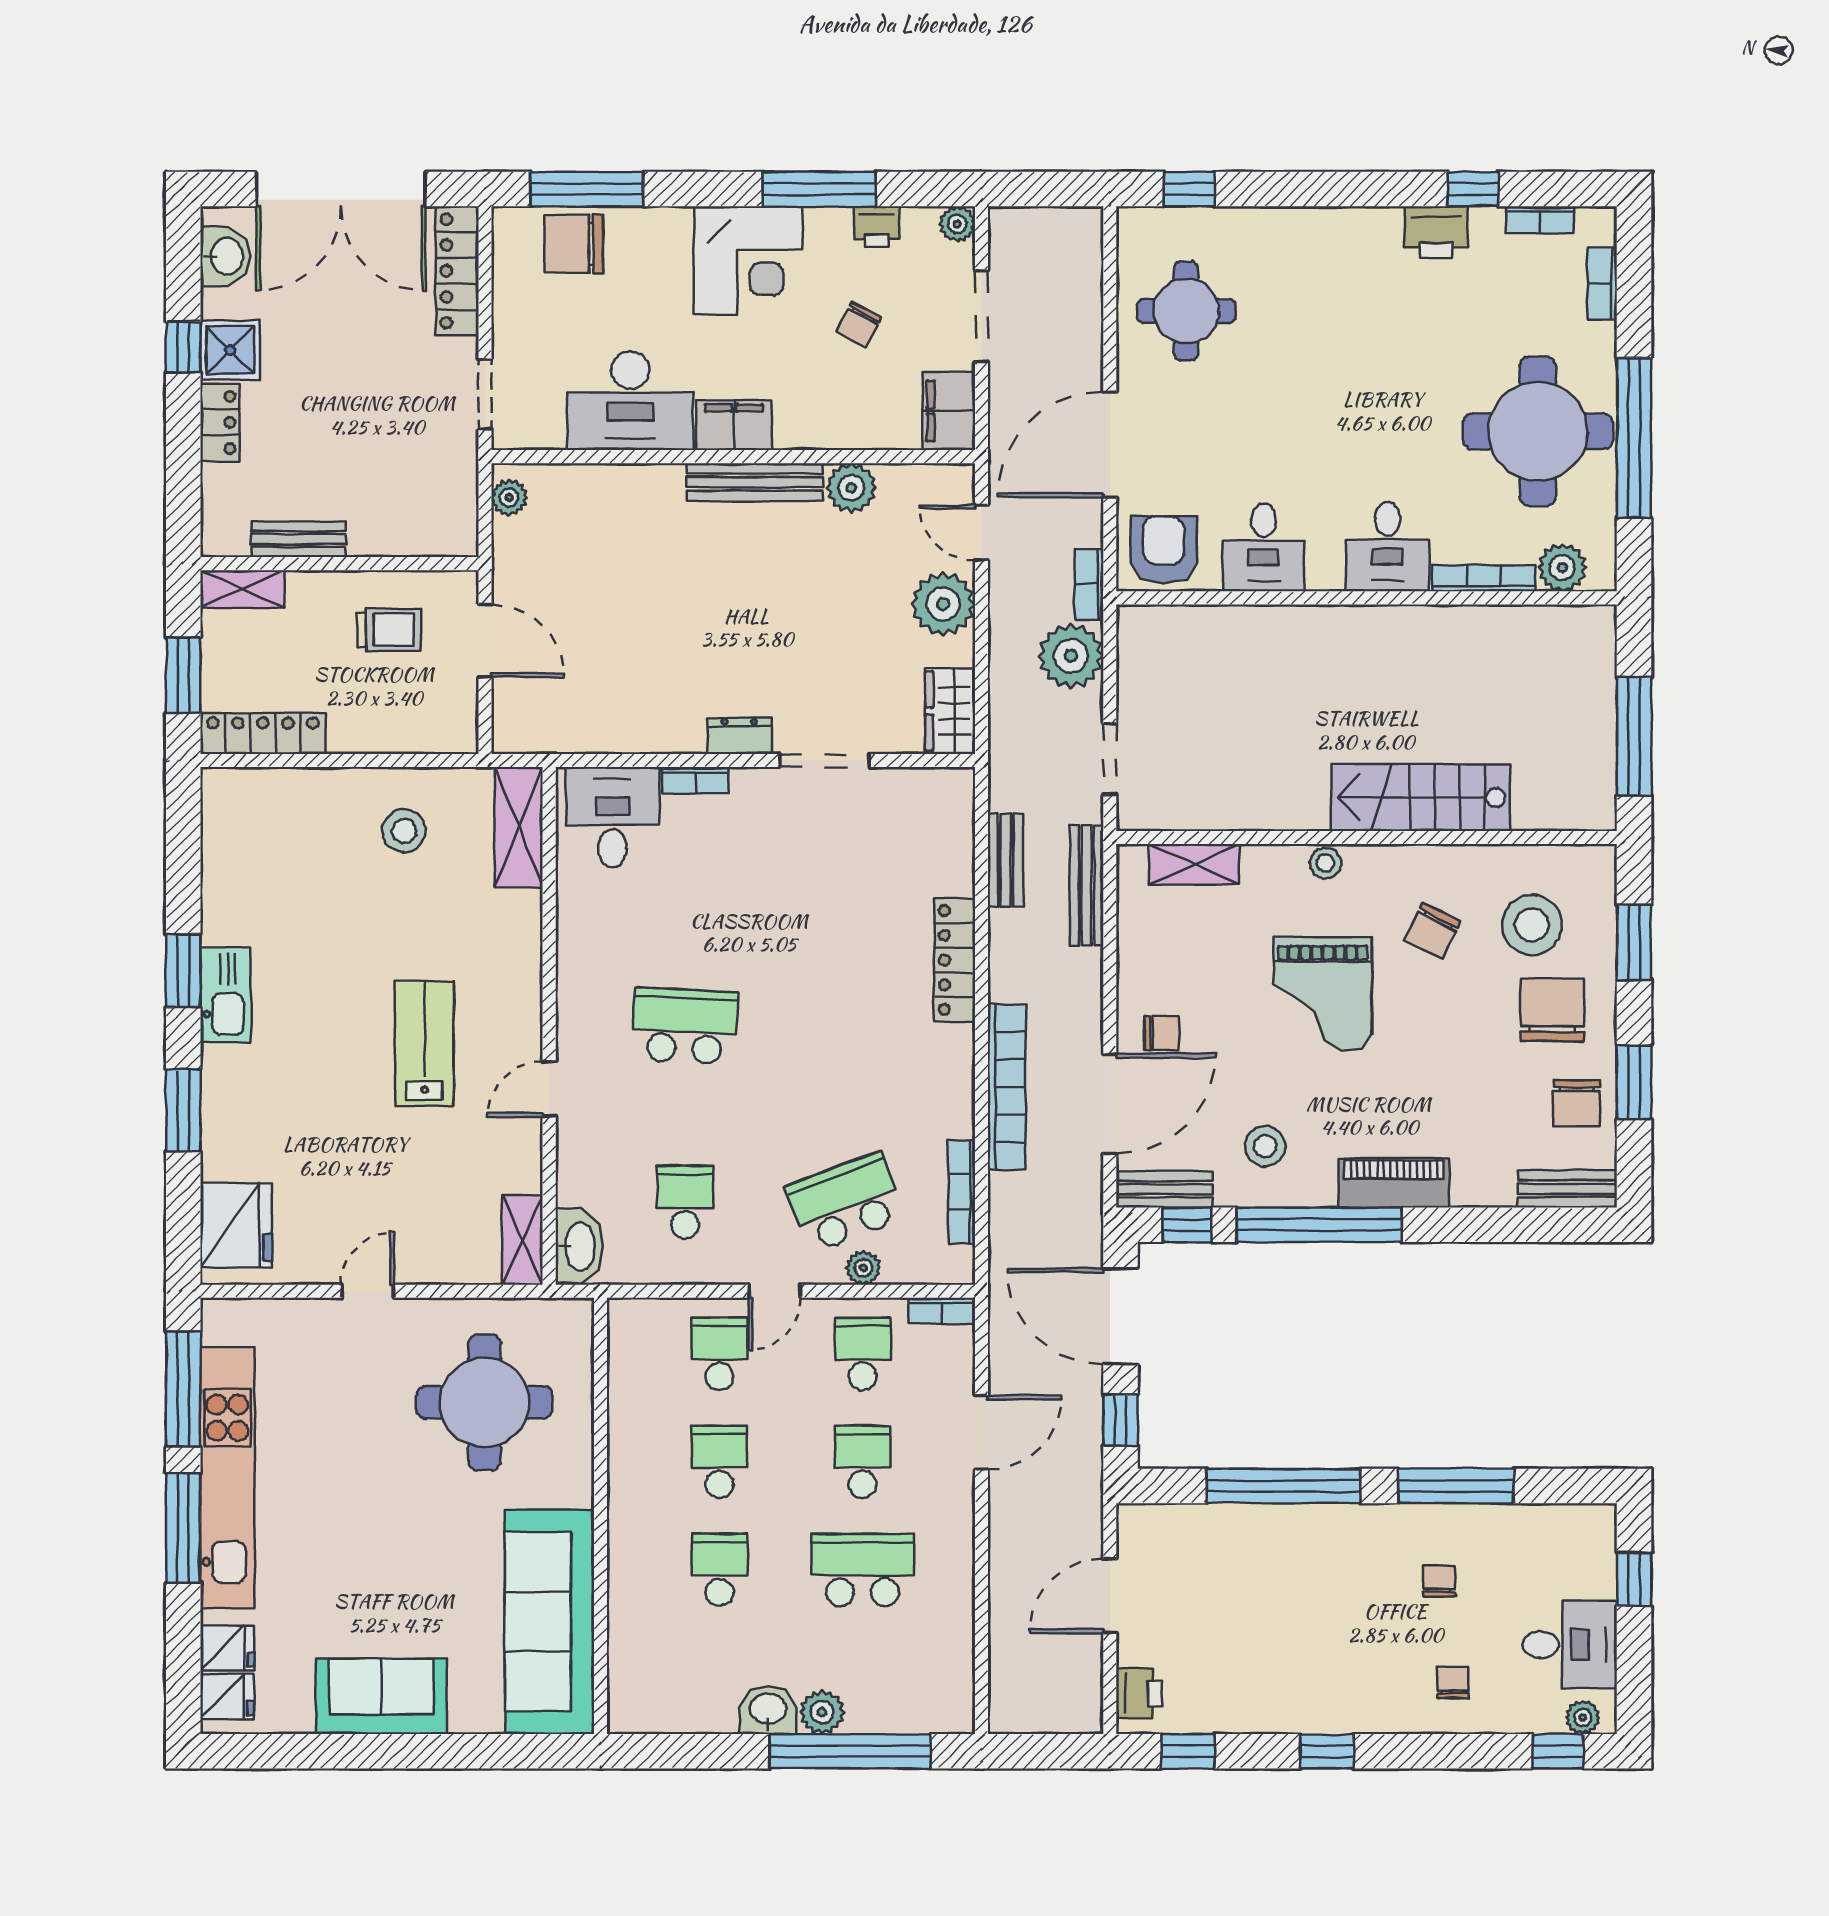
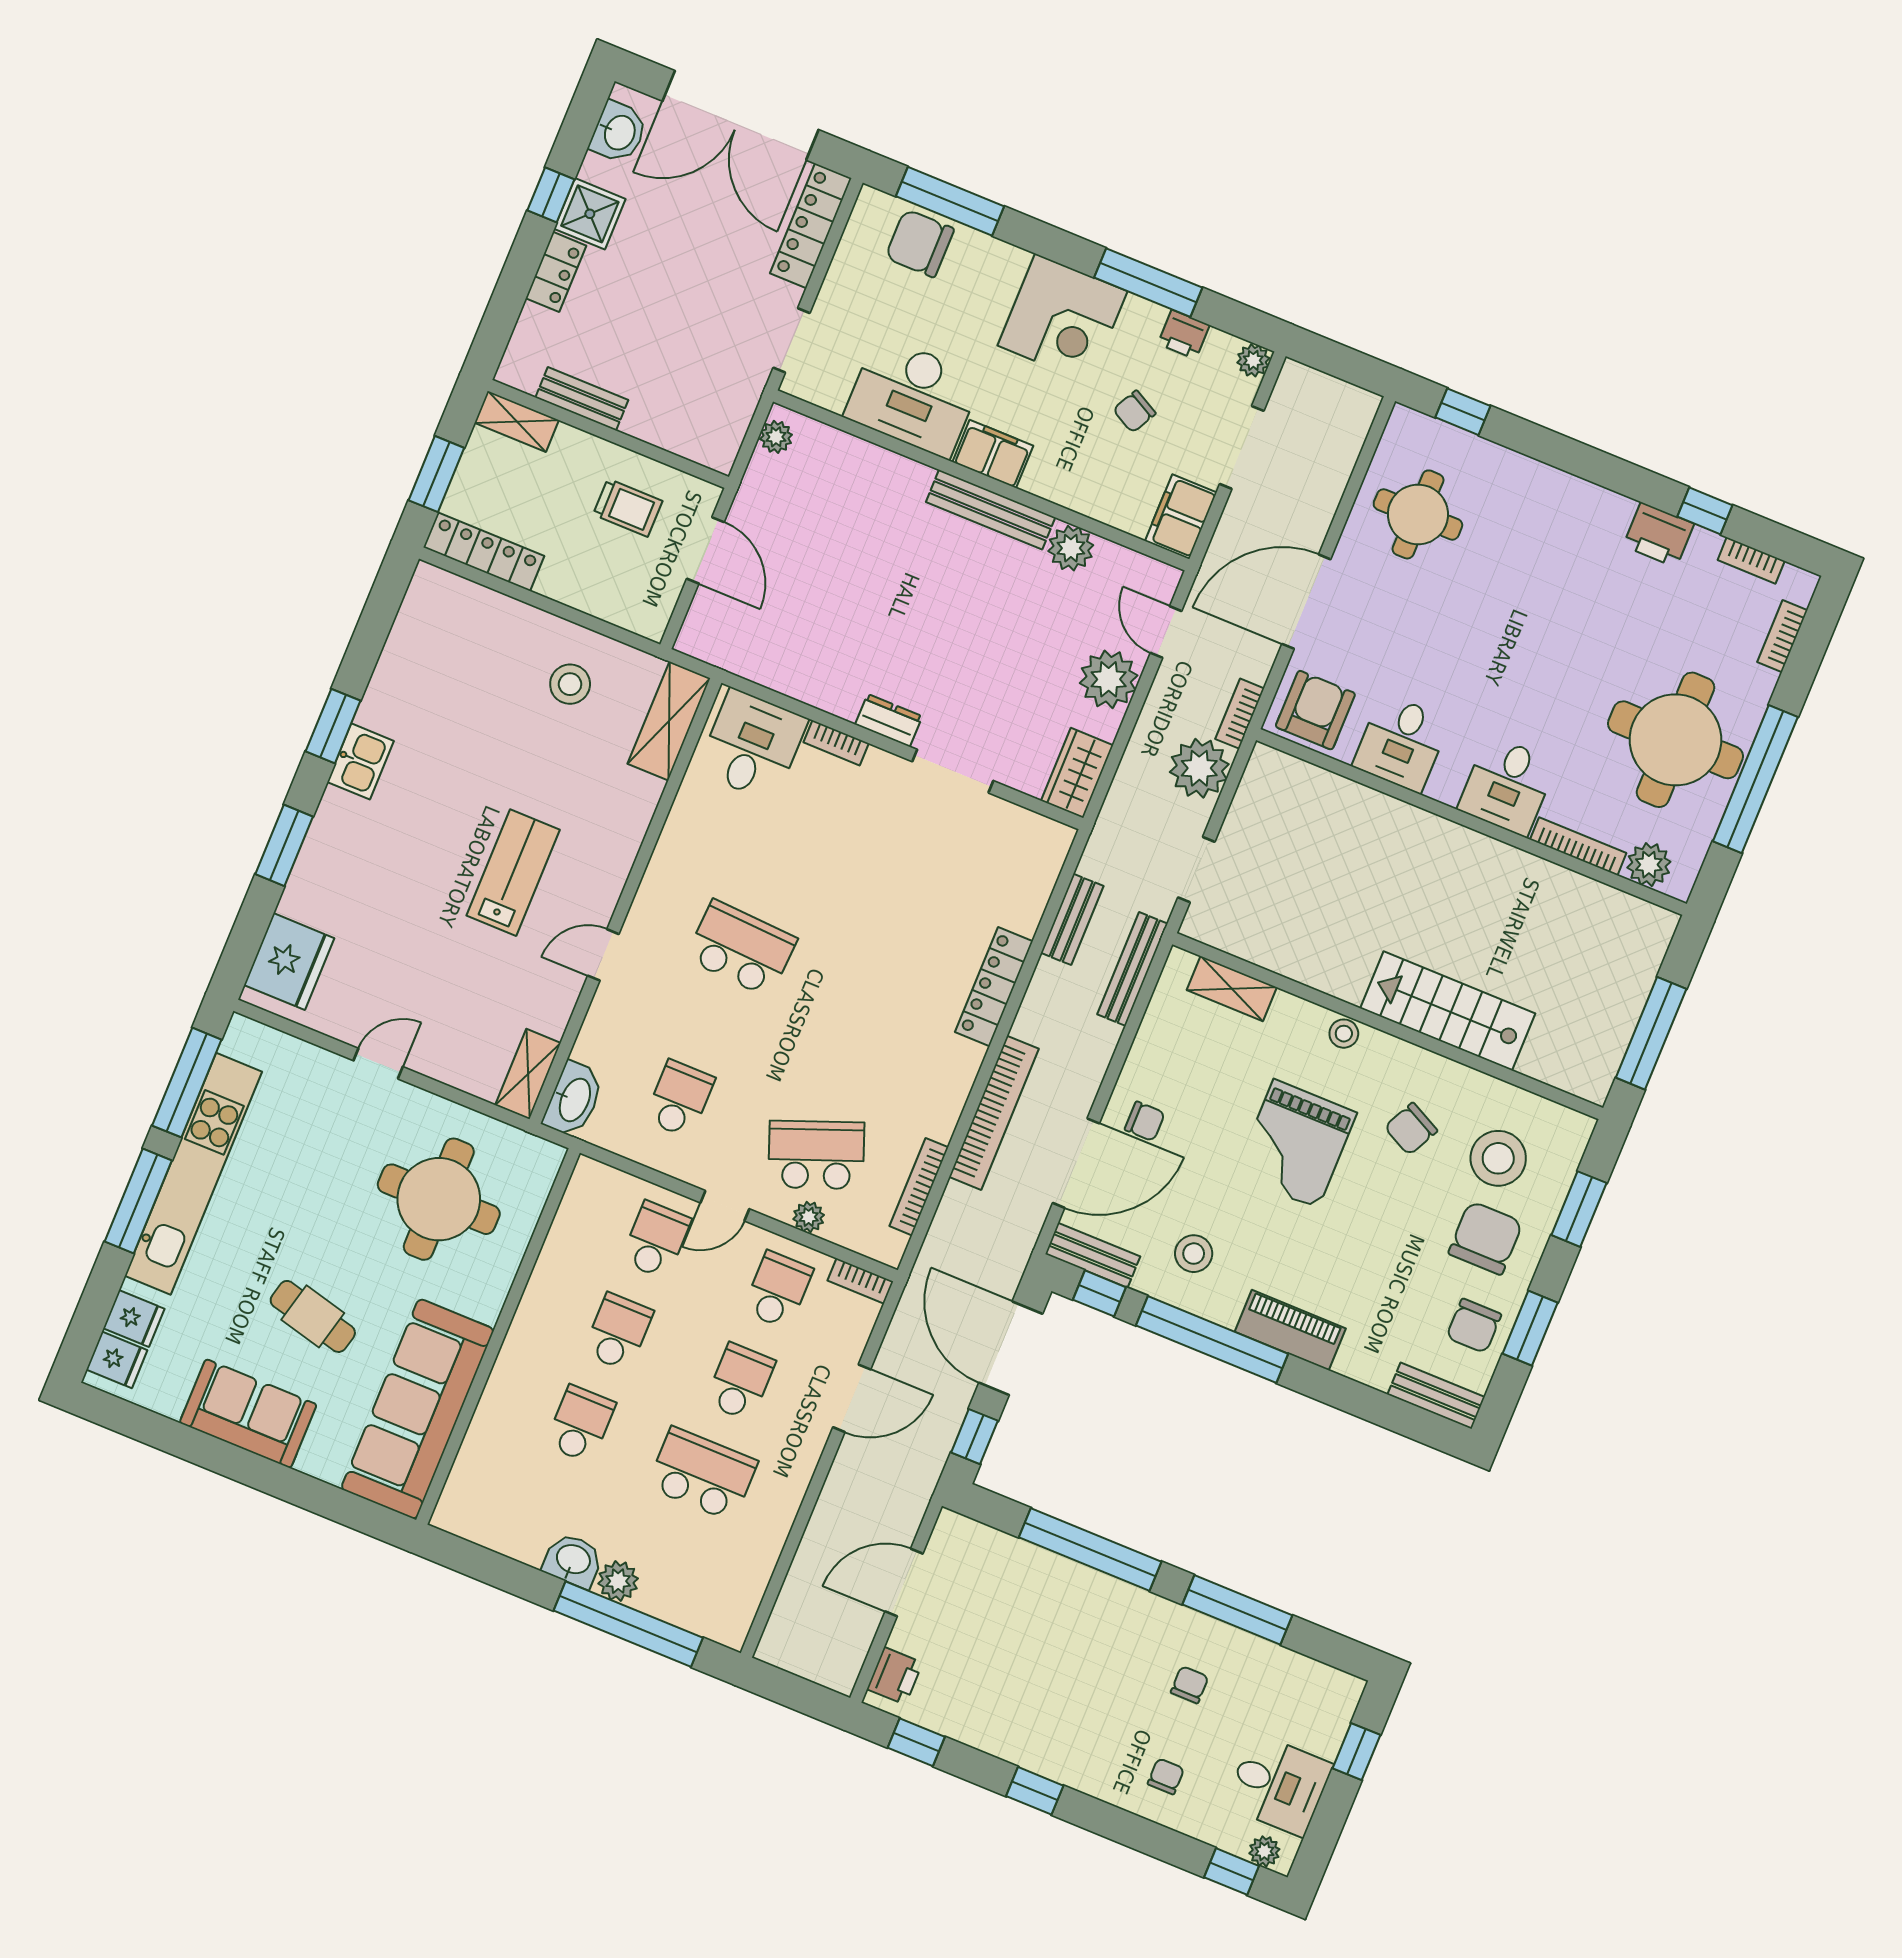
kitchen sink: (225, 995) -> (361, 761), width x0.73
cafe table: (406, 1572) -> (313, 1316), added

